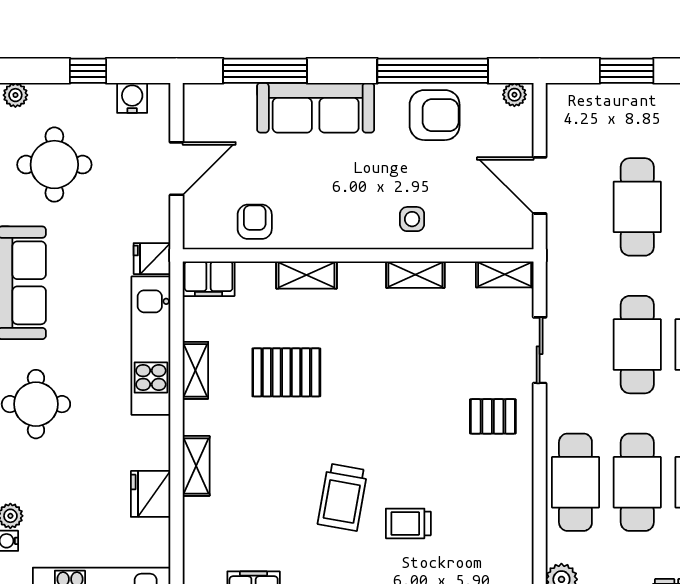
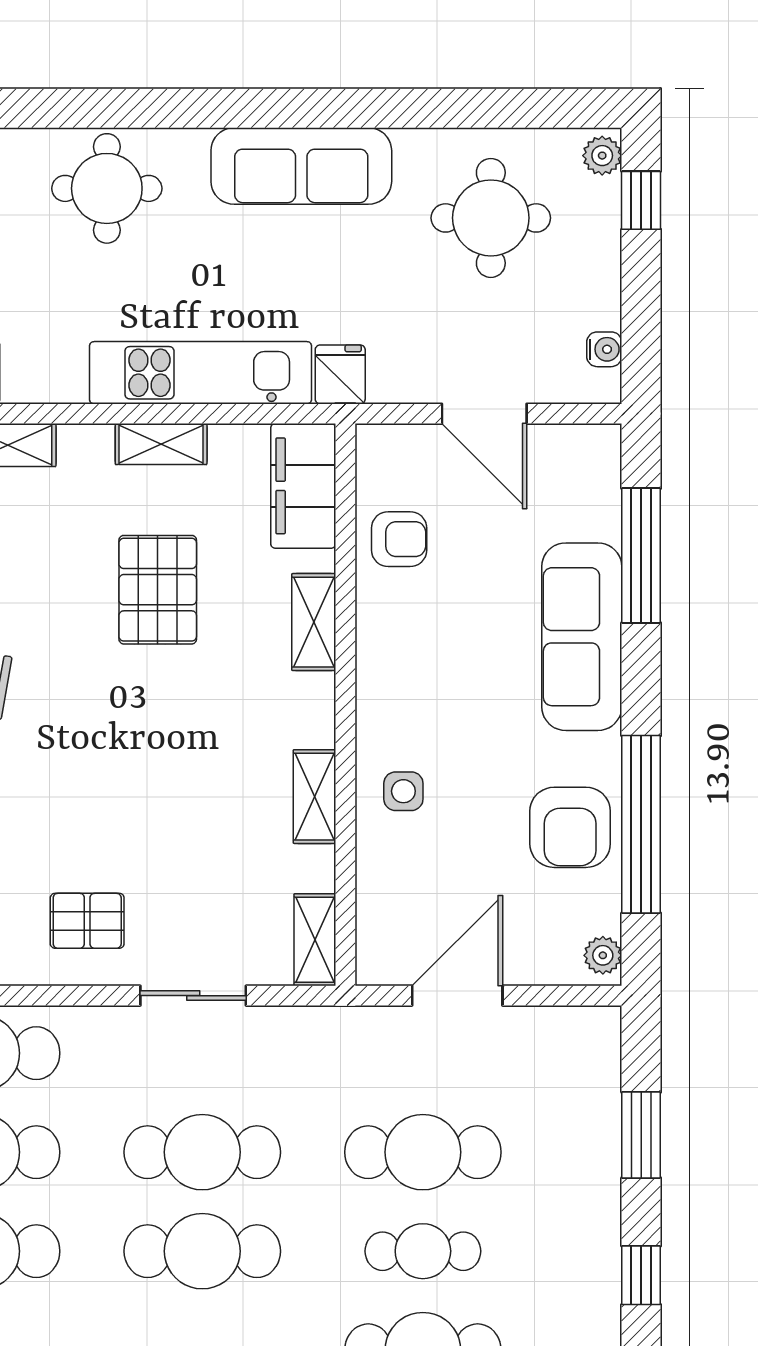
window: (88, 71) -> (641, 200), moved
water cooler: (132, 98) -> (604, 349), width x0.72, depth x0.72
filing cabinet: (209, 279) -> (303, 486), width x1.50, depth x1.17
pallet: (493, 416) -> (87, 921), turned 90

